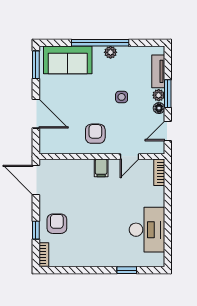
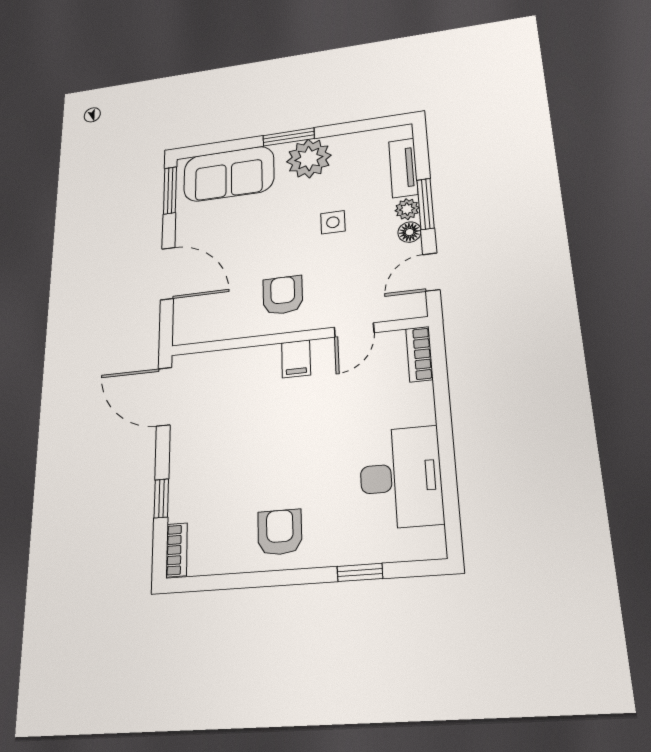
window: (100, 43) -> (289, 137), width x0.47
plant: (111, 52) -> (309, 159), width x1.88, depth x1.88
armchair: (57, 224) -> (280, 532), moved

